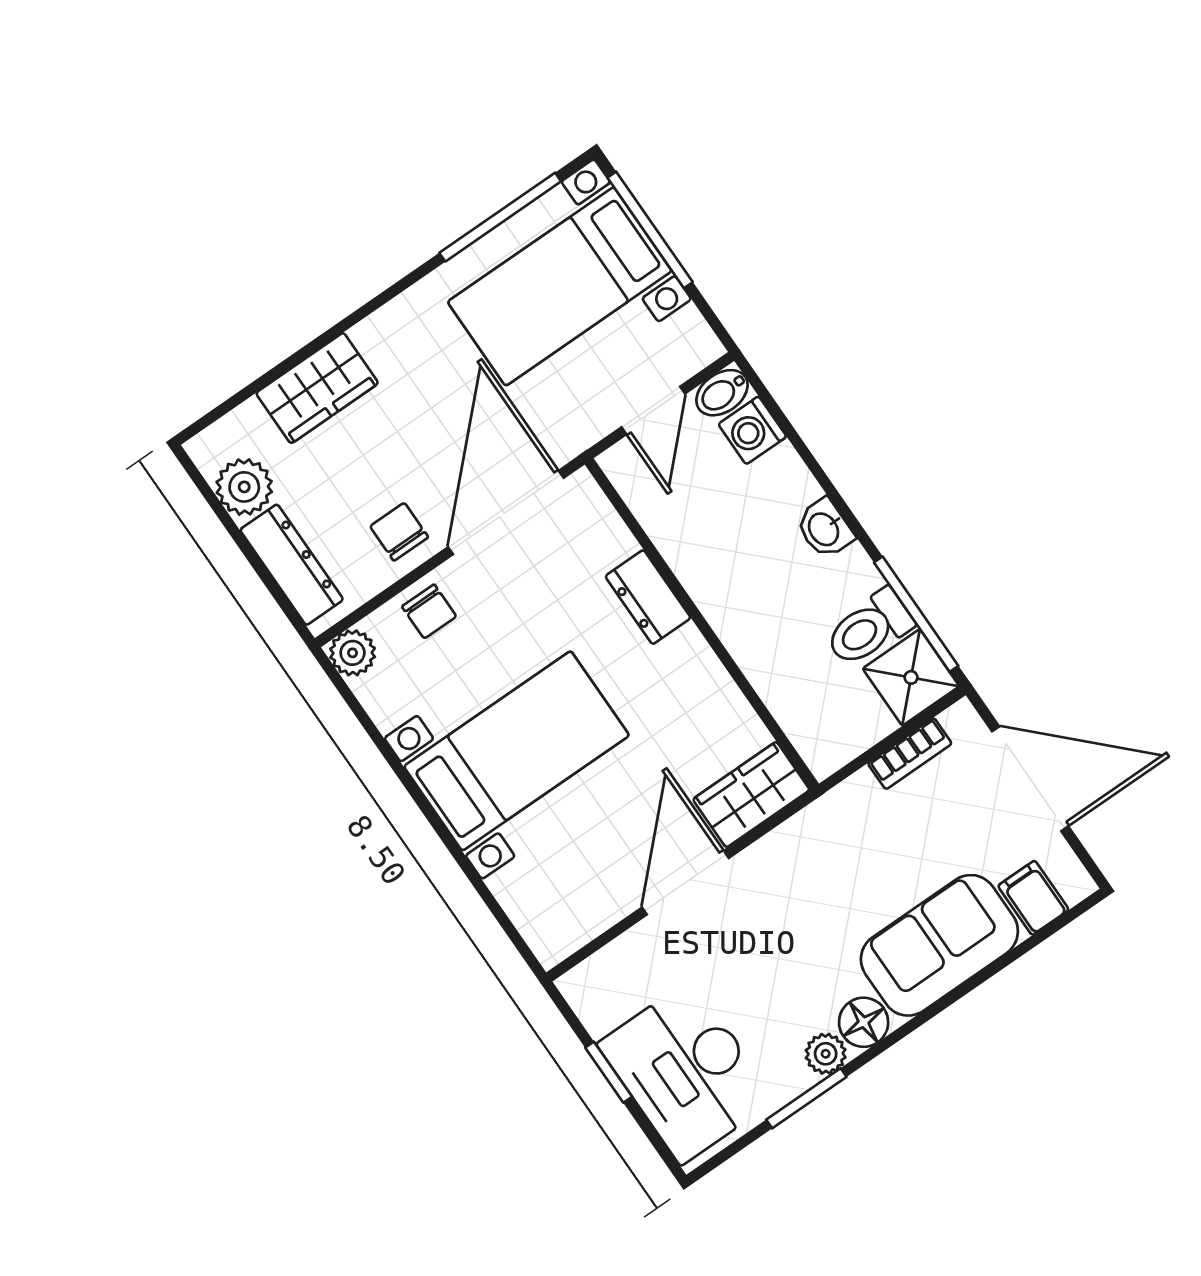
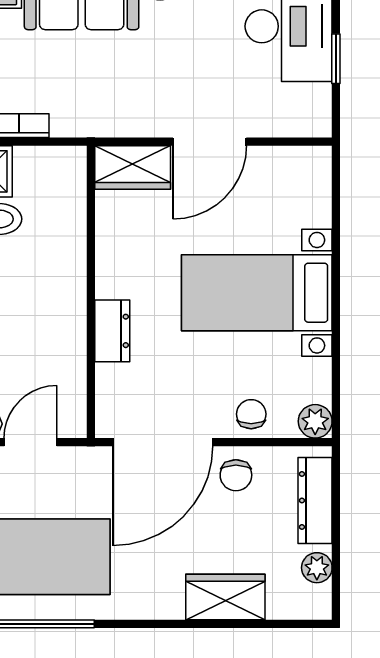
plant: (244, 487) -> (317, 568), width x0.73, depth x0.73

